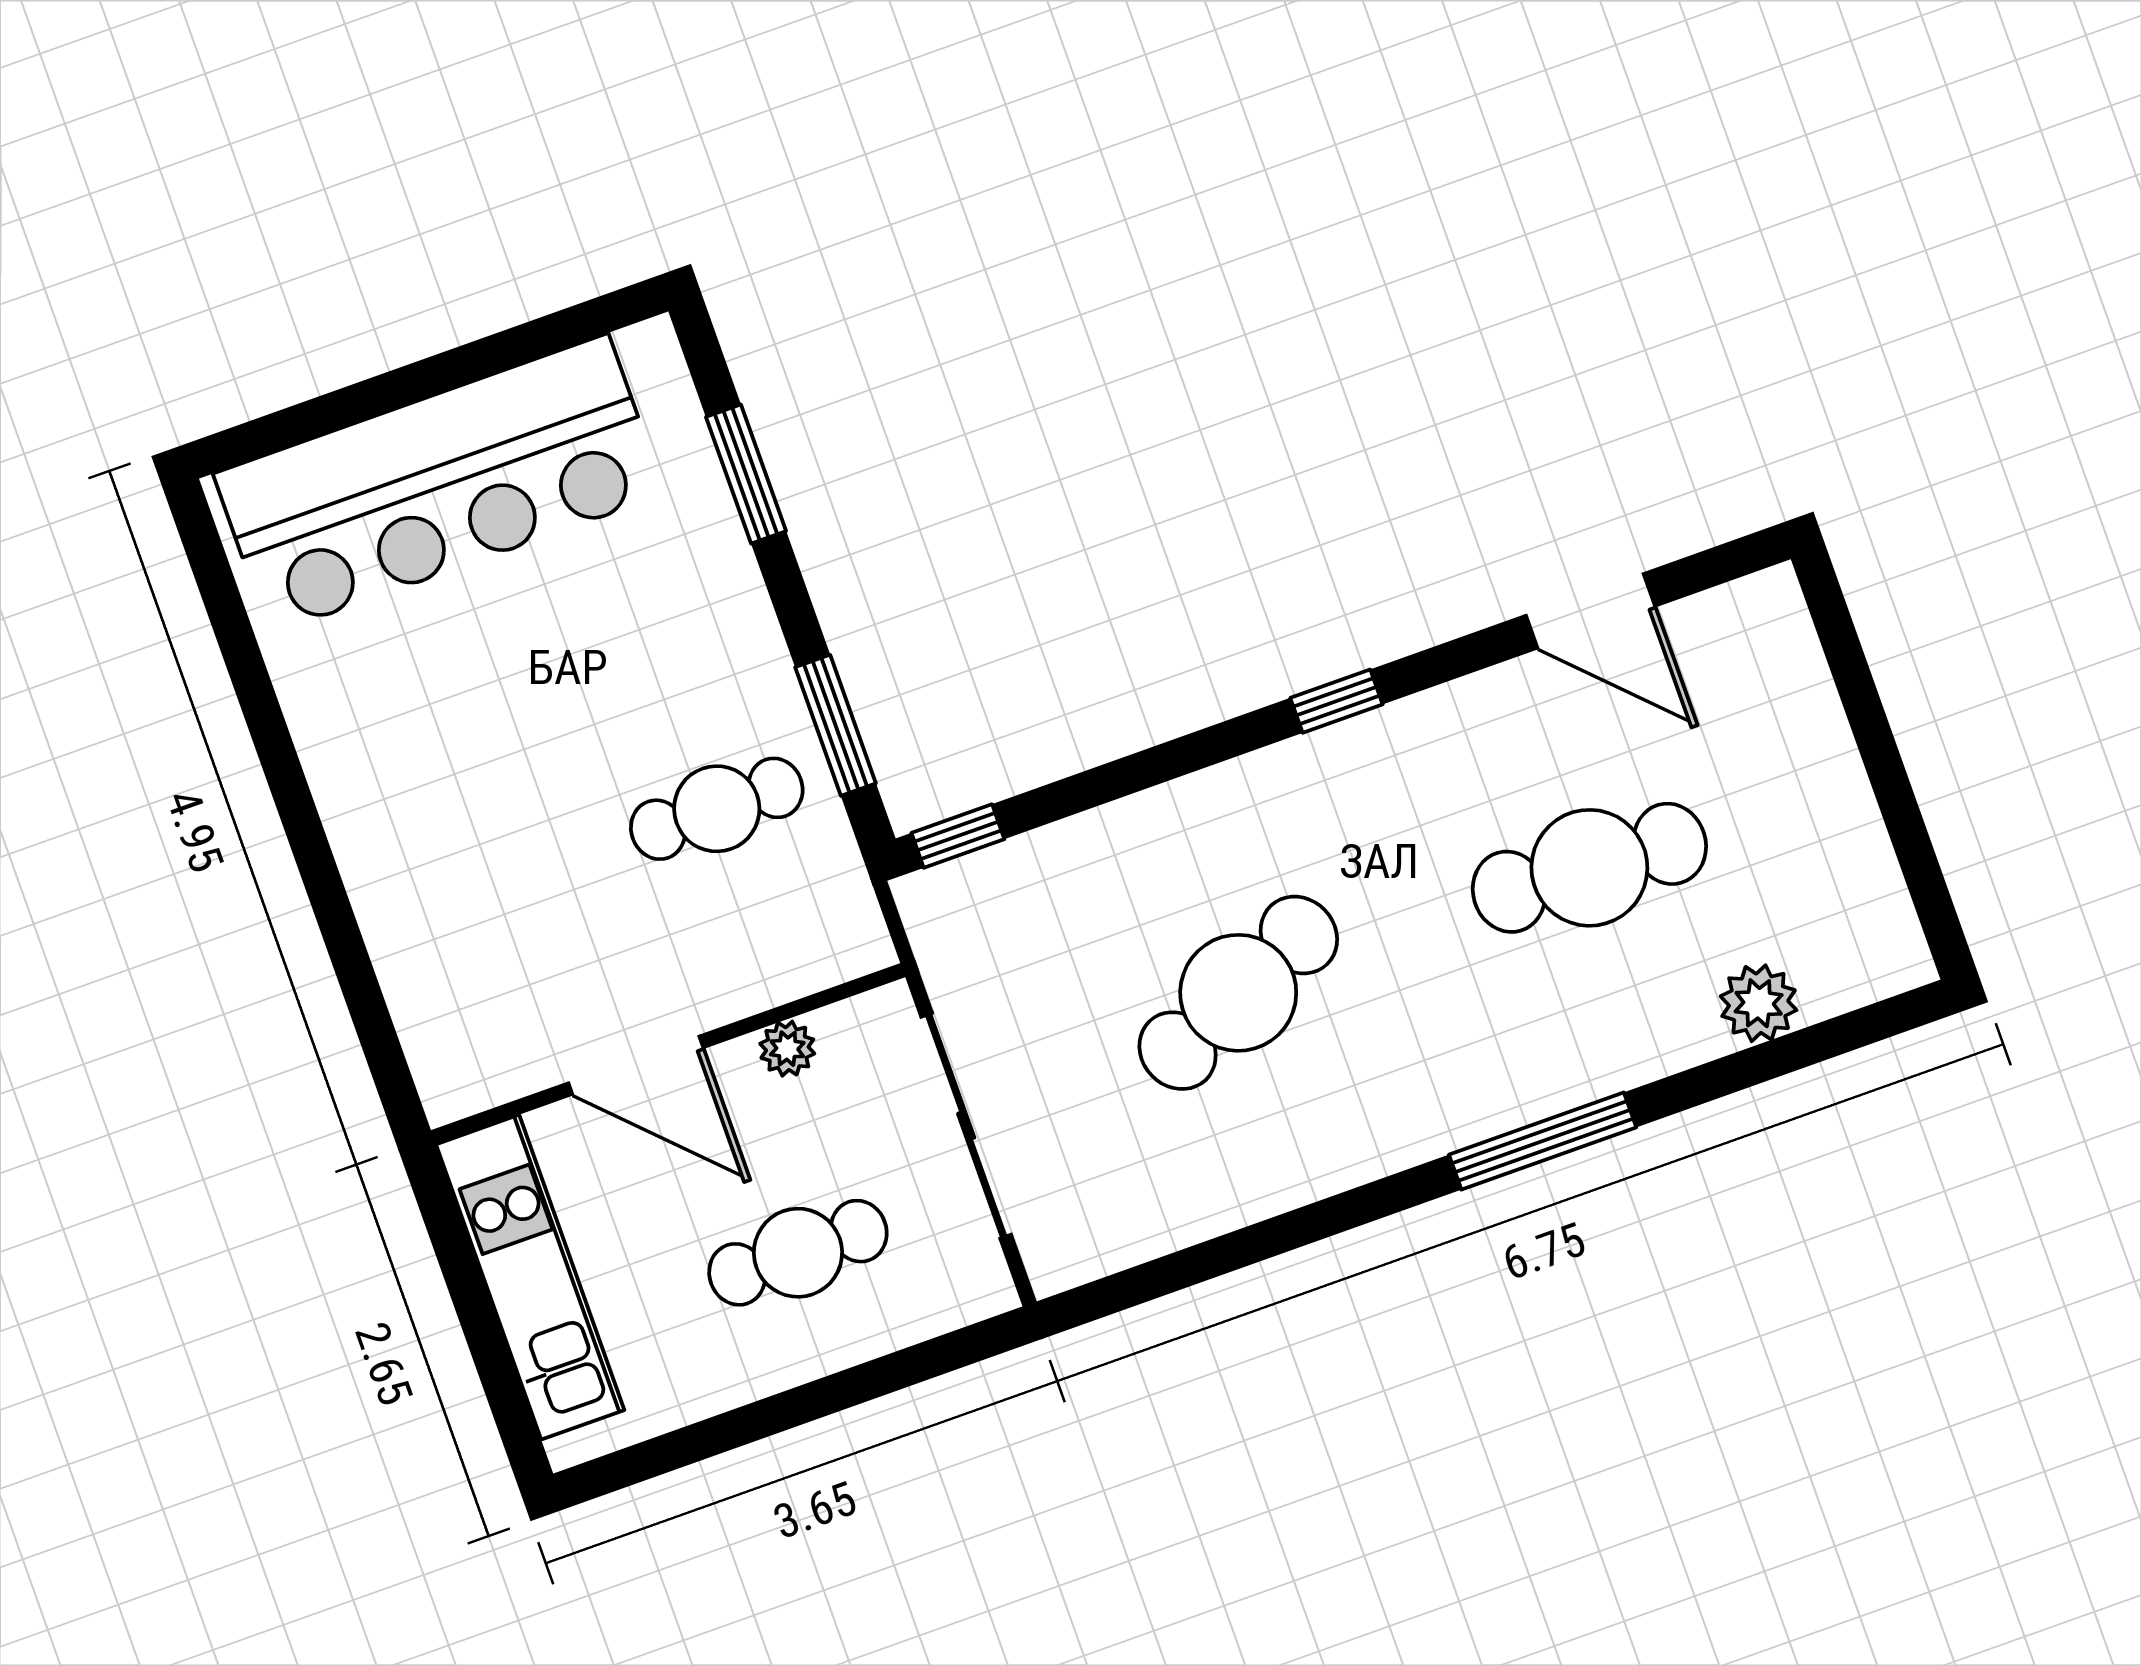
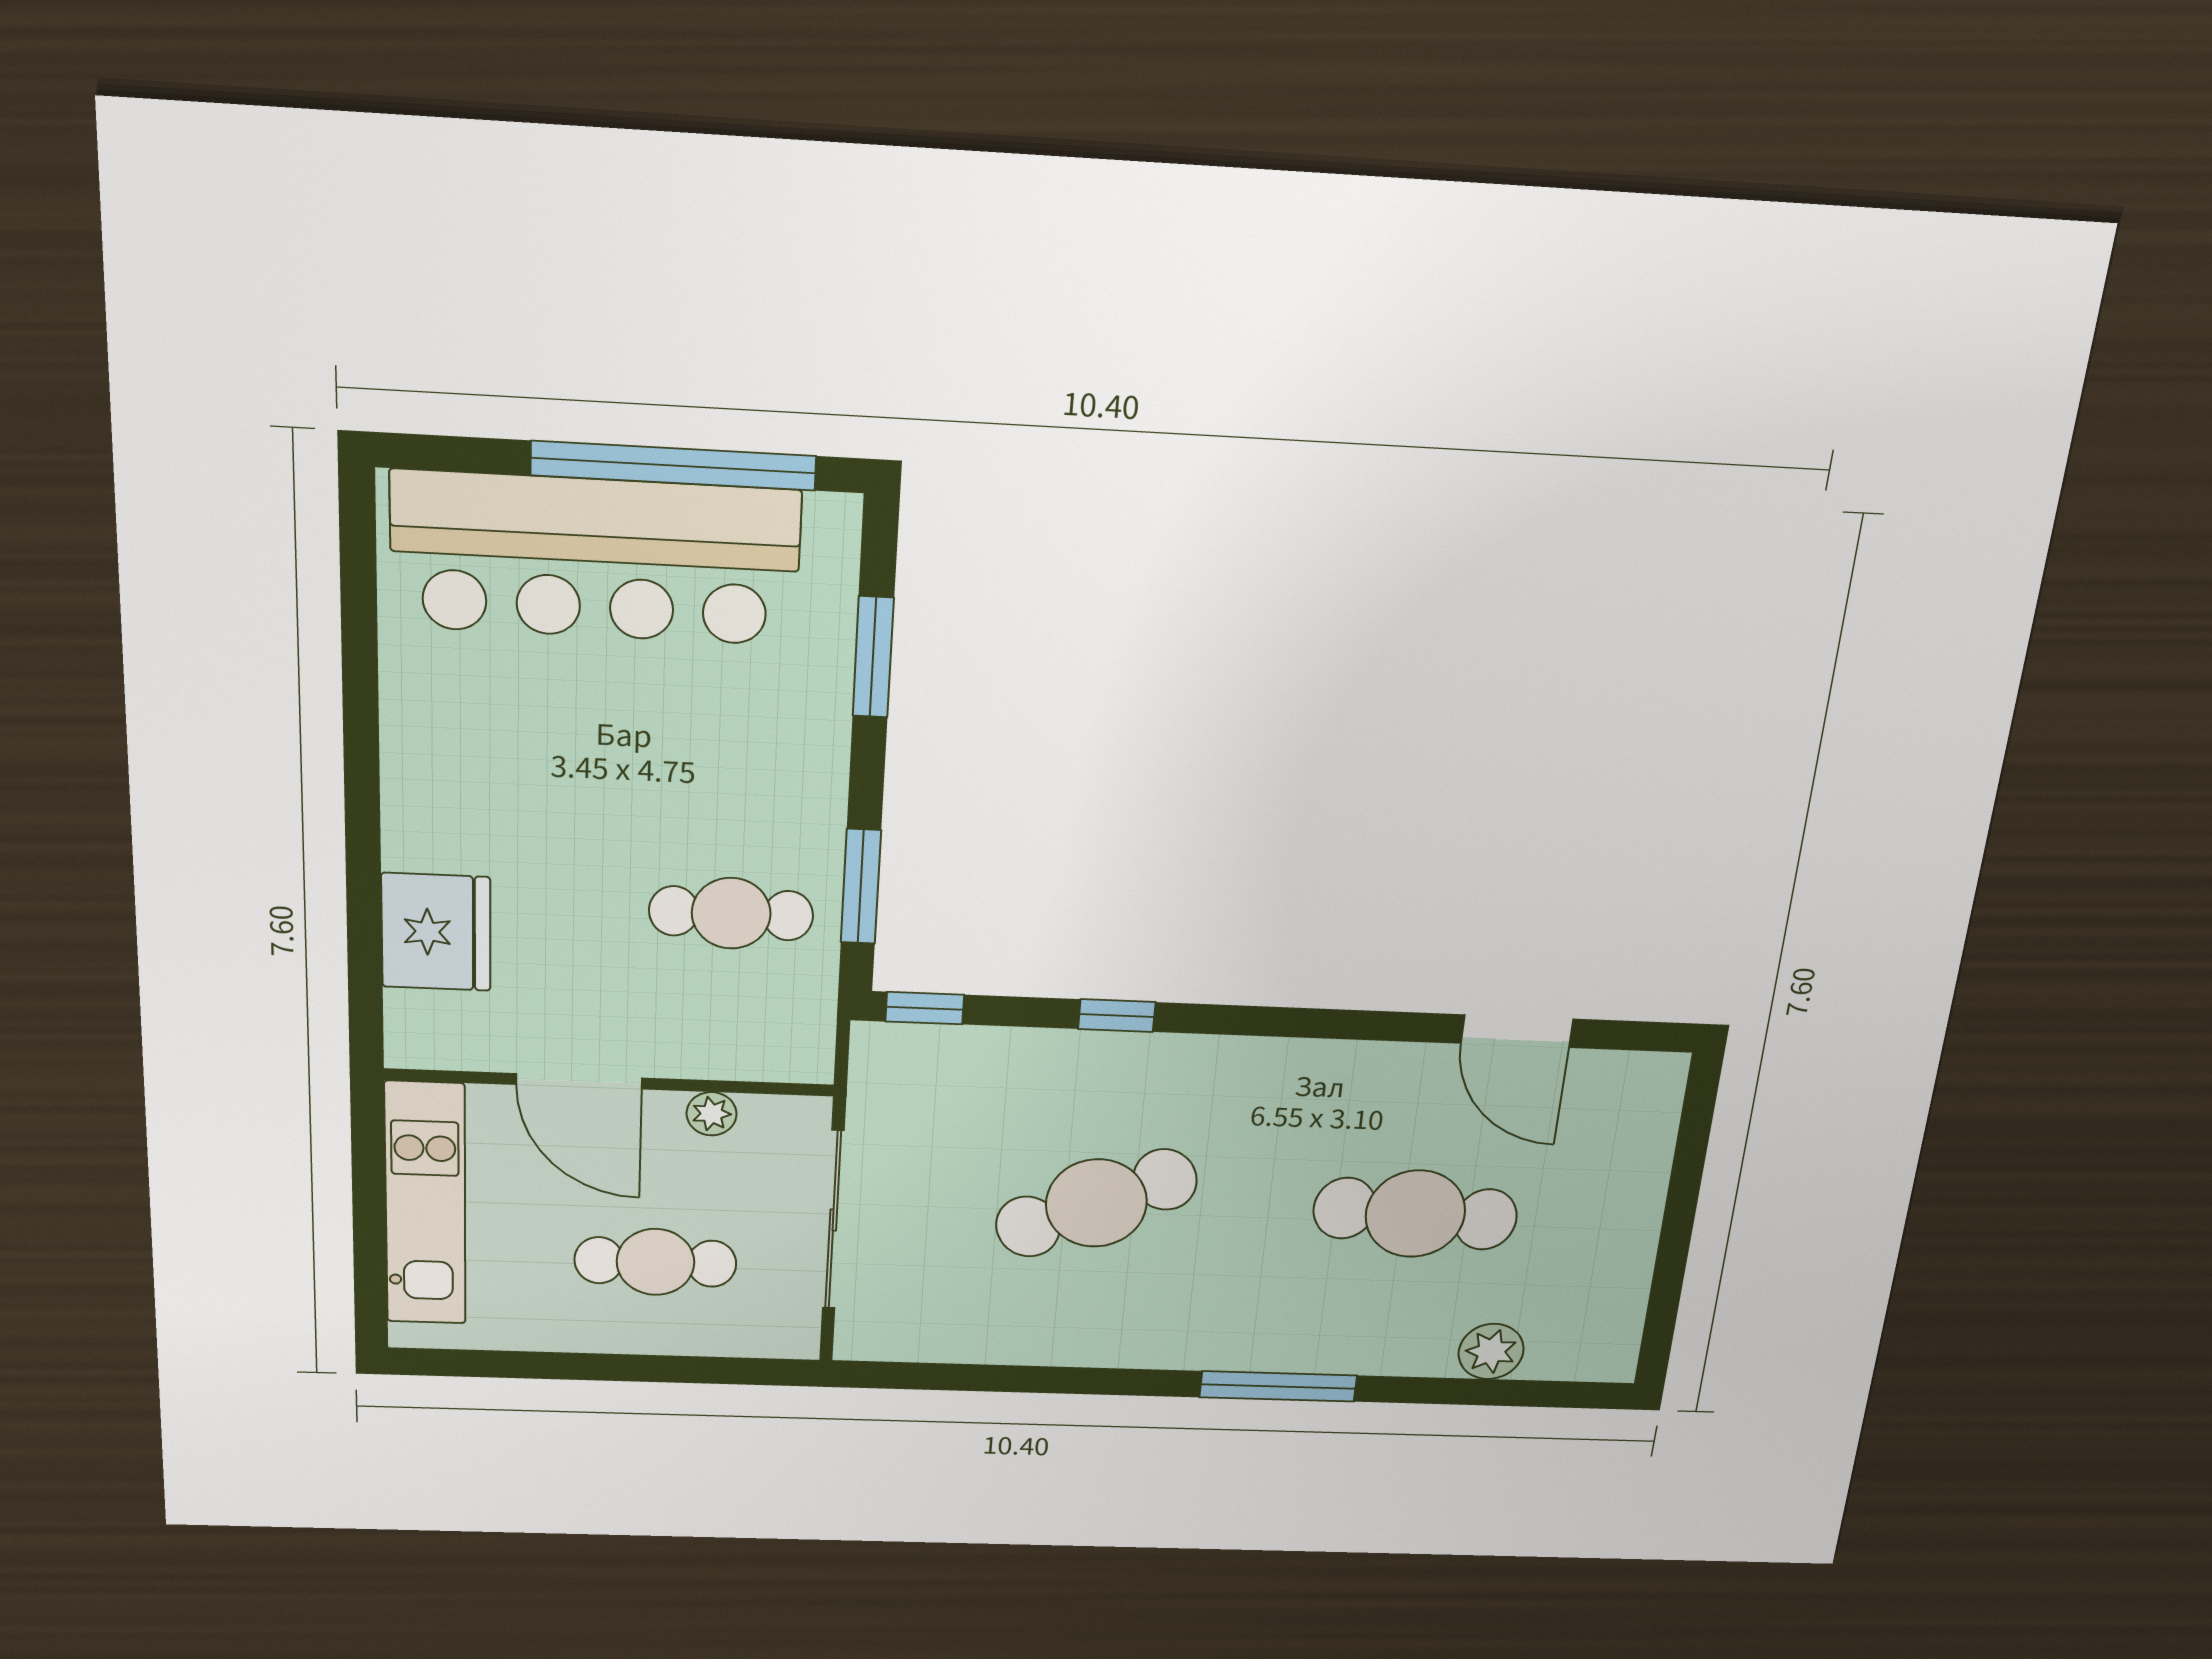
window: (477, 360) -> (674, 466), added
window: (1336, 701) -> (1117, 1016), moved
fridge: (429, 951) -> (436, 932), added

